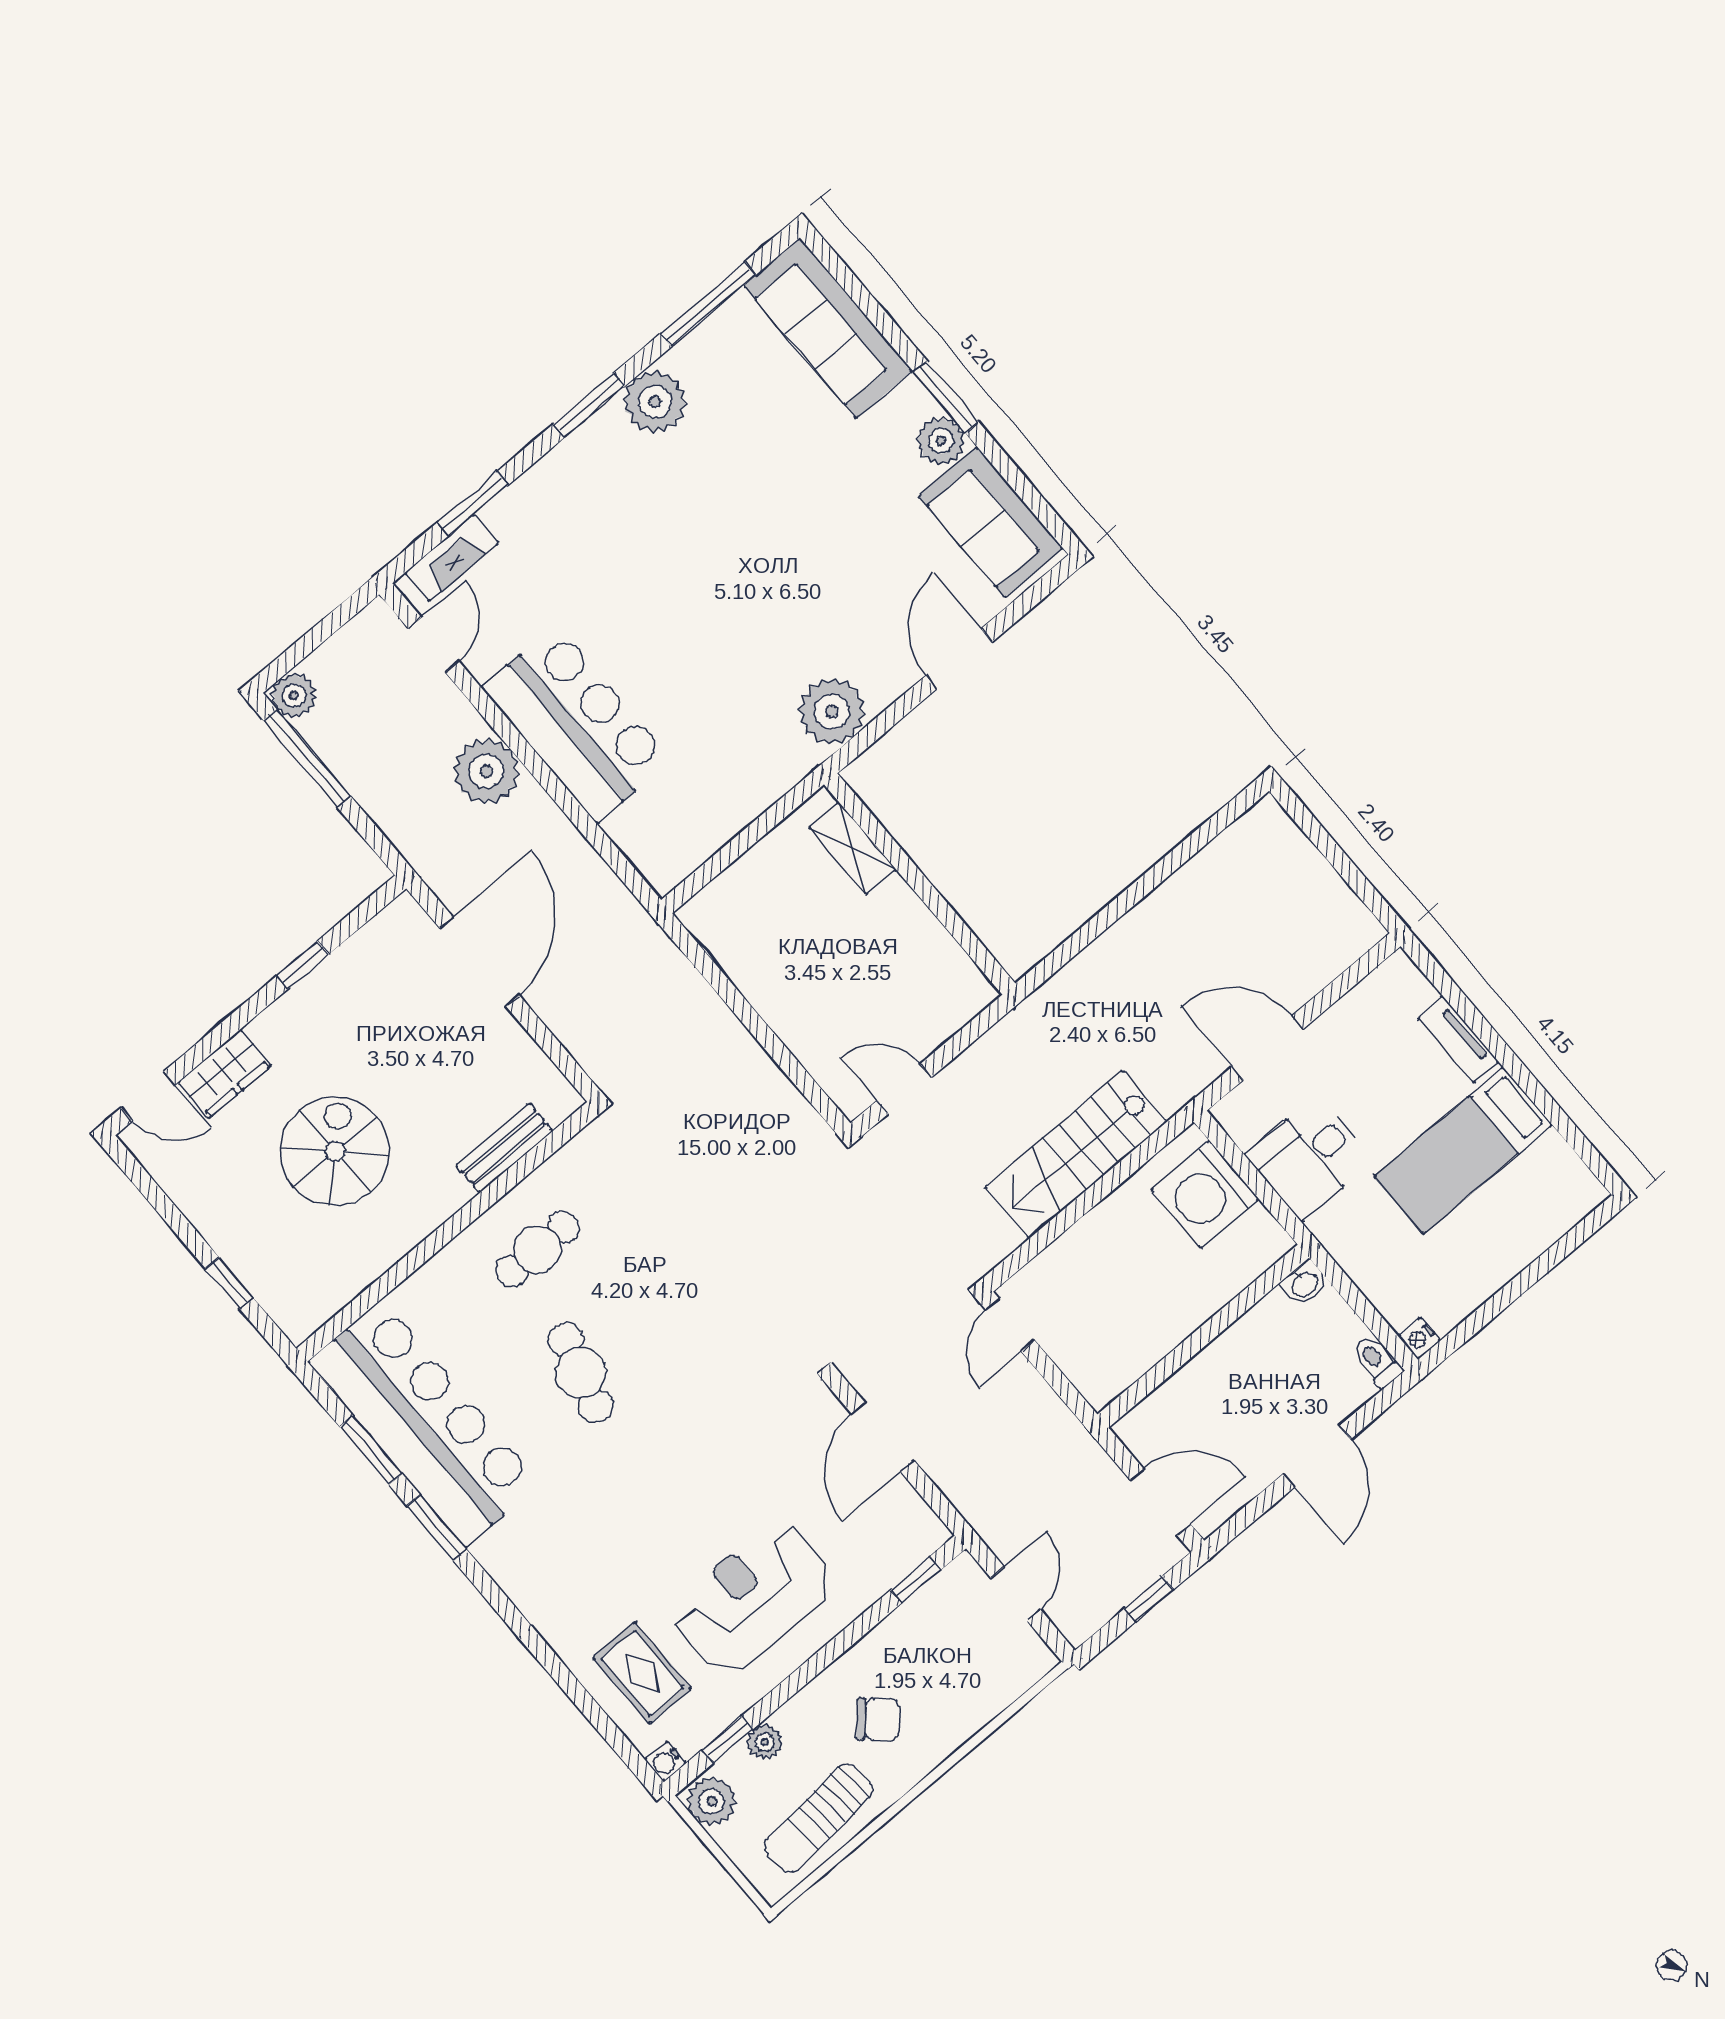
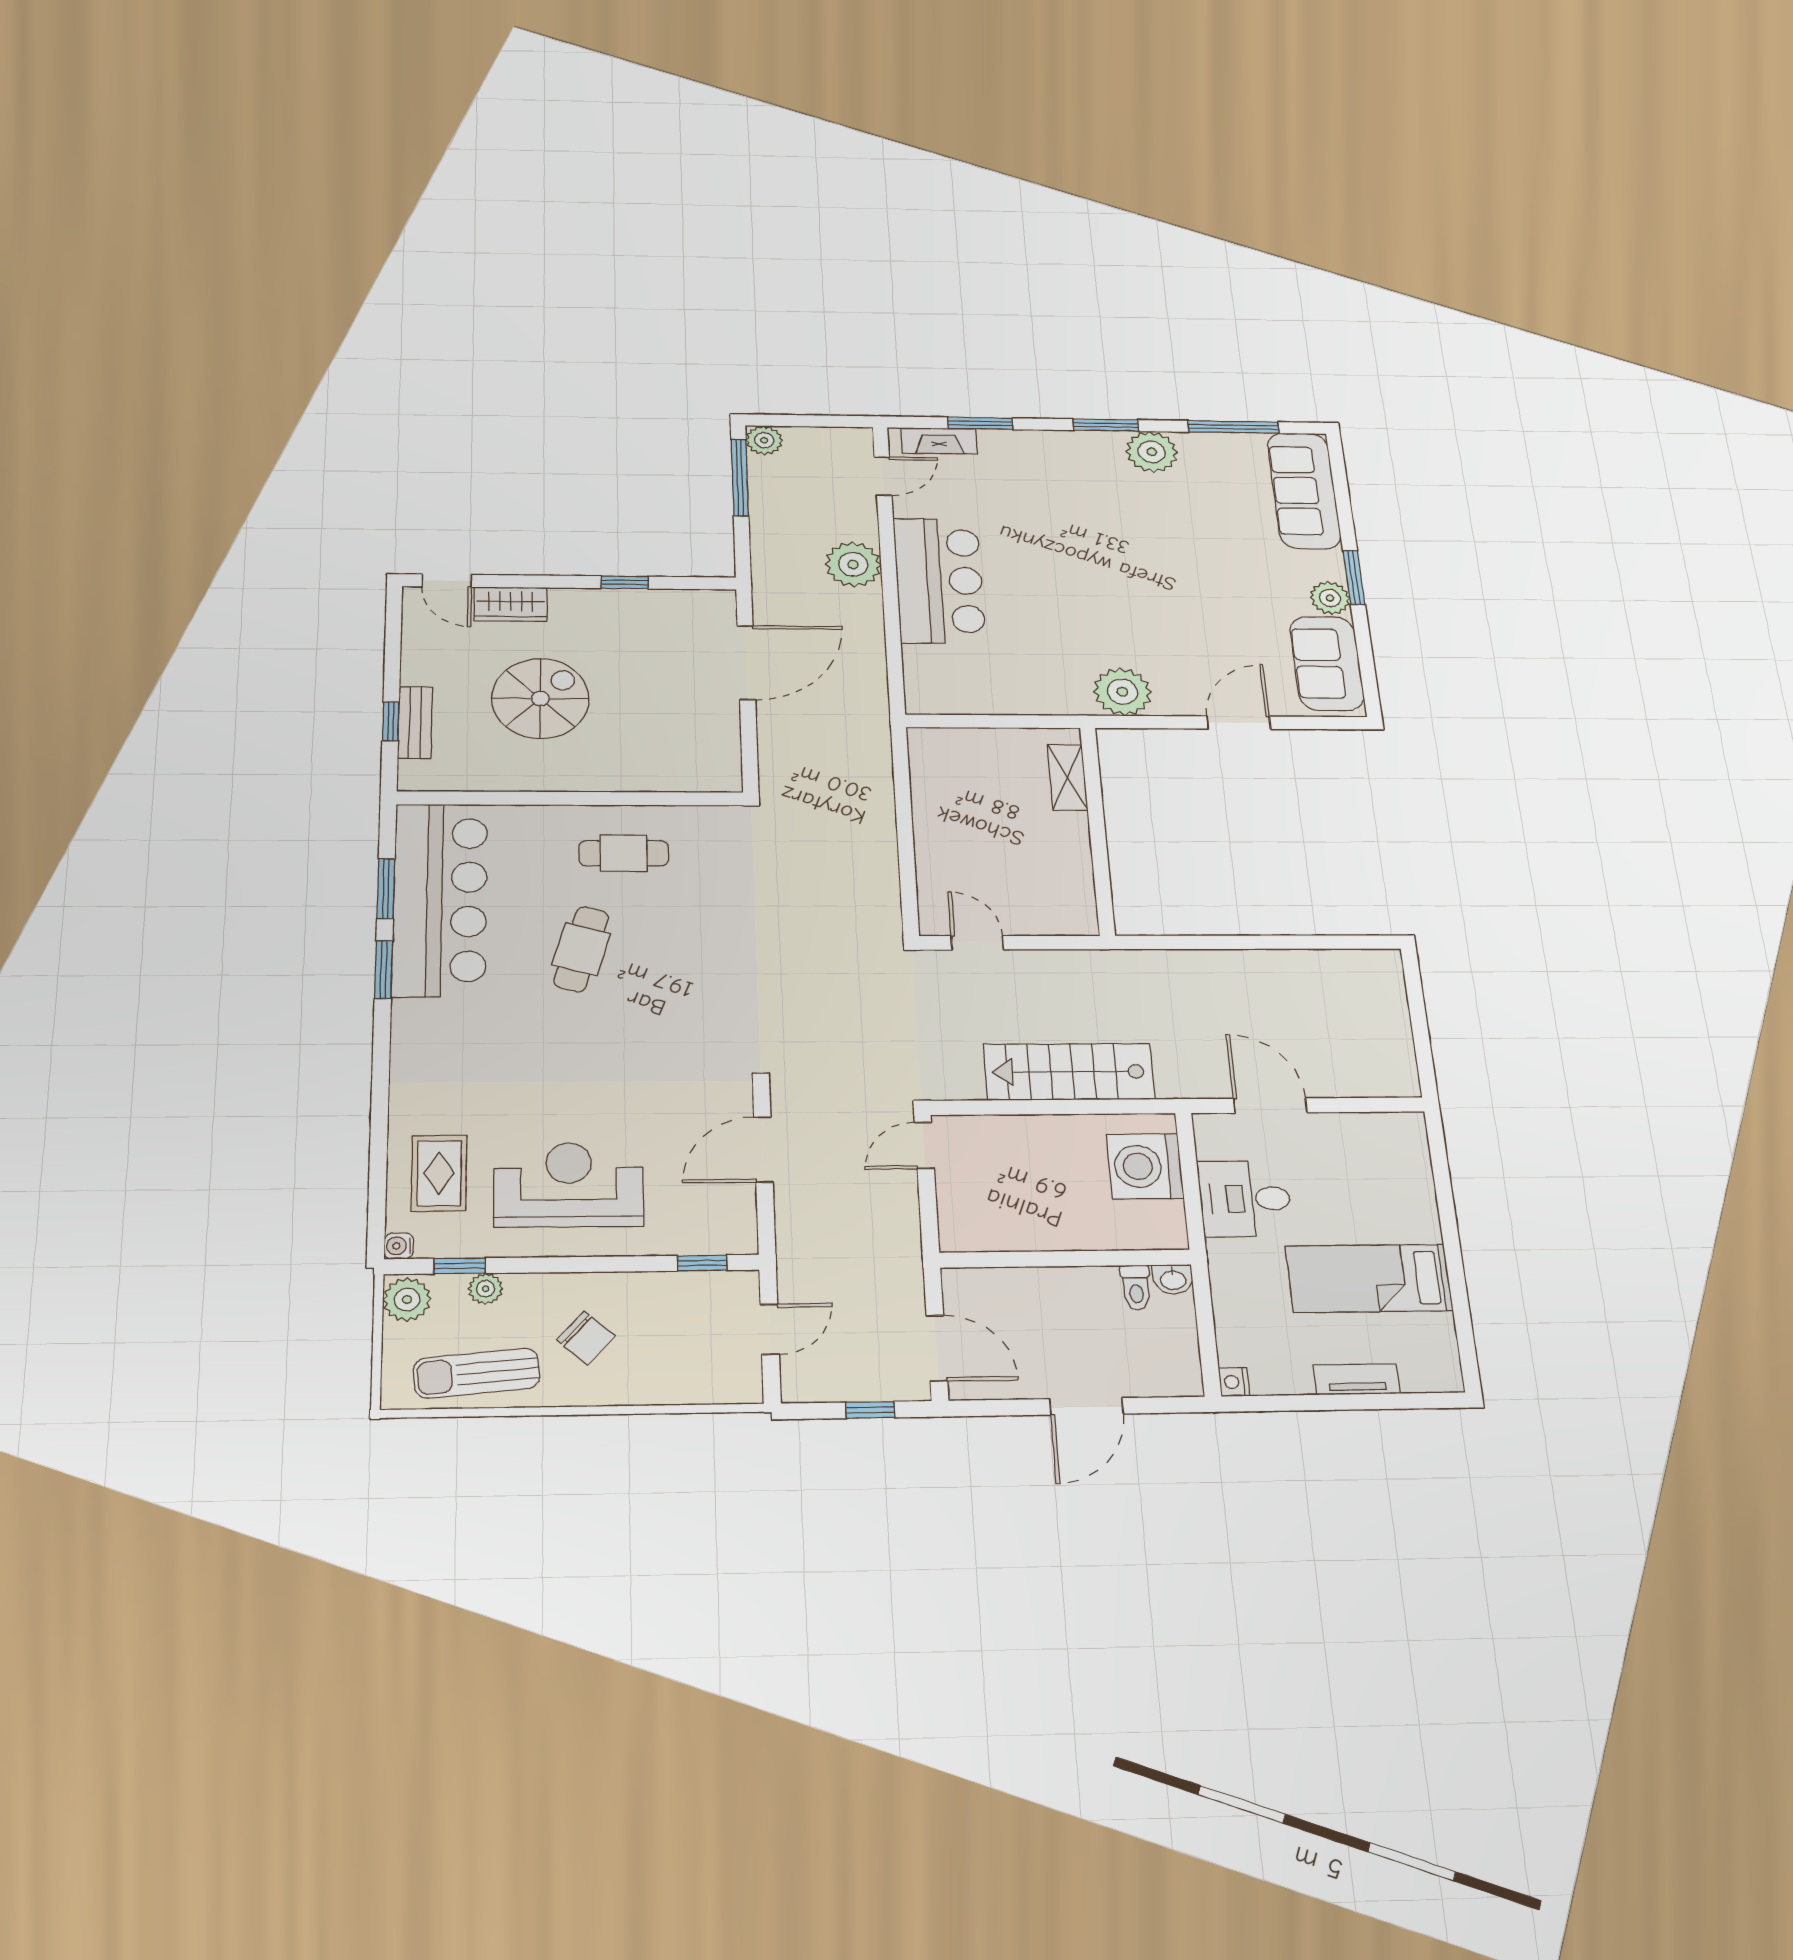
tv unit: (1458, 1040) -> (1357, 1379), moved, turned 90
bench: (505, 1148) -> (415, 722), moved, turned 90
toilet: (1377, 1361) -> (1136, 1287), moved, turned 180

